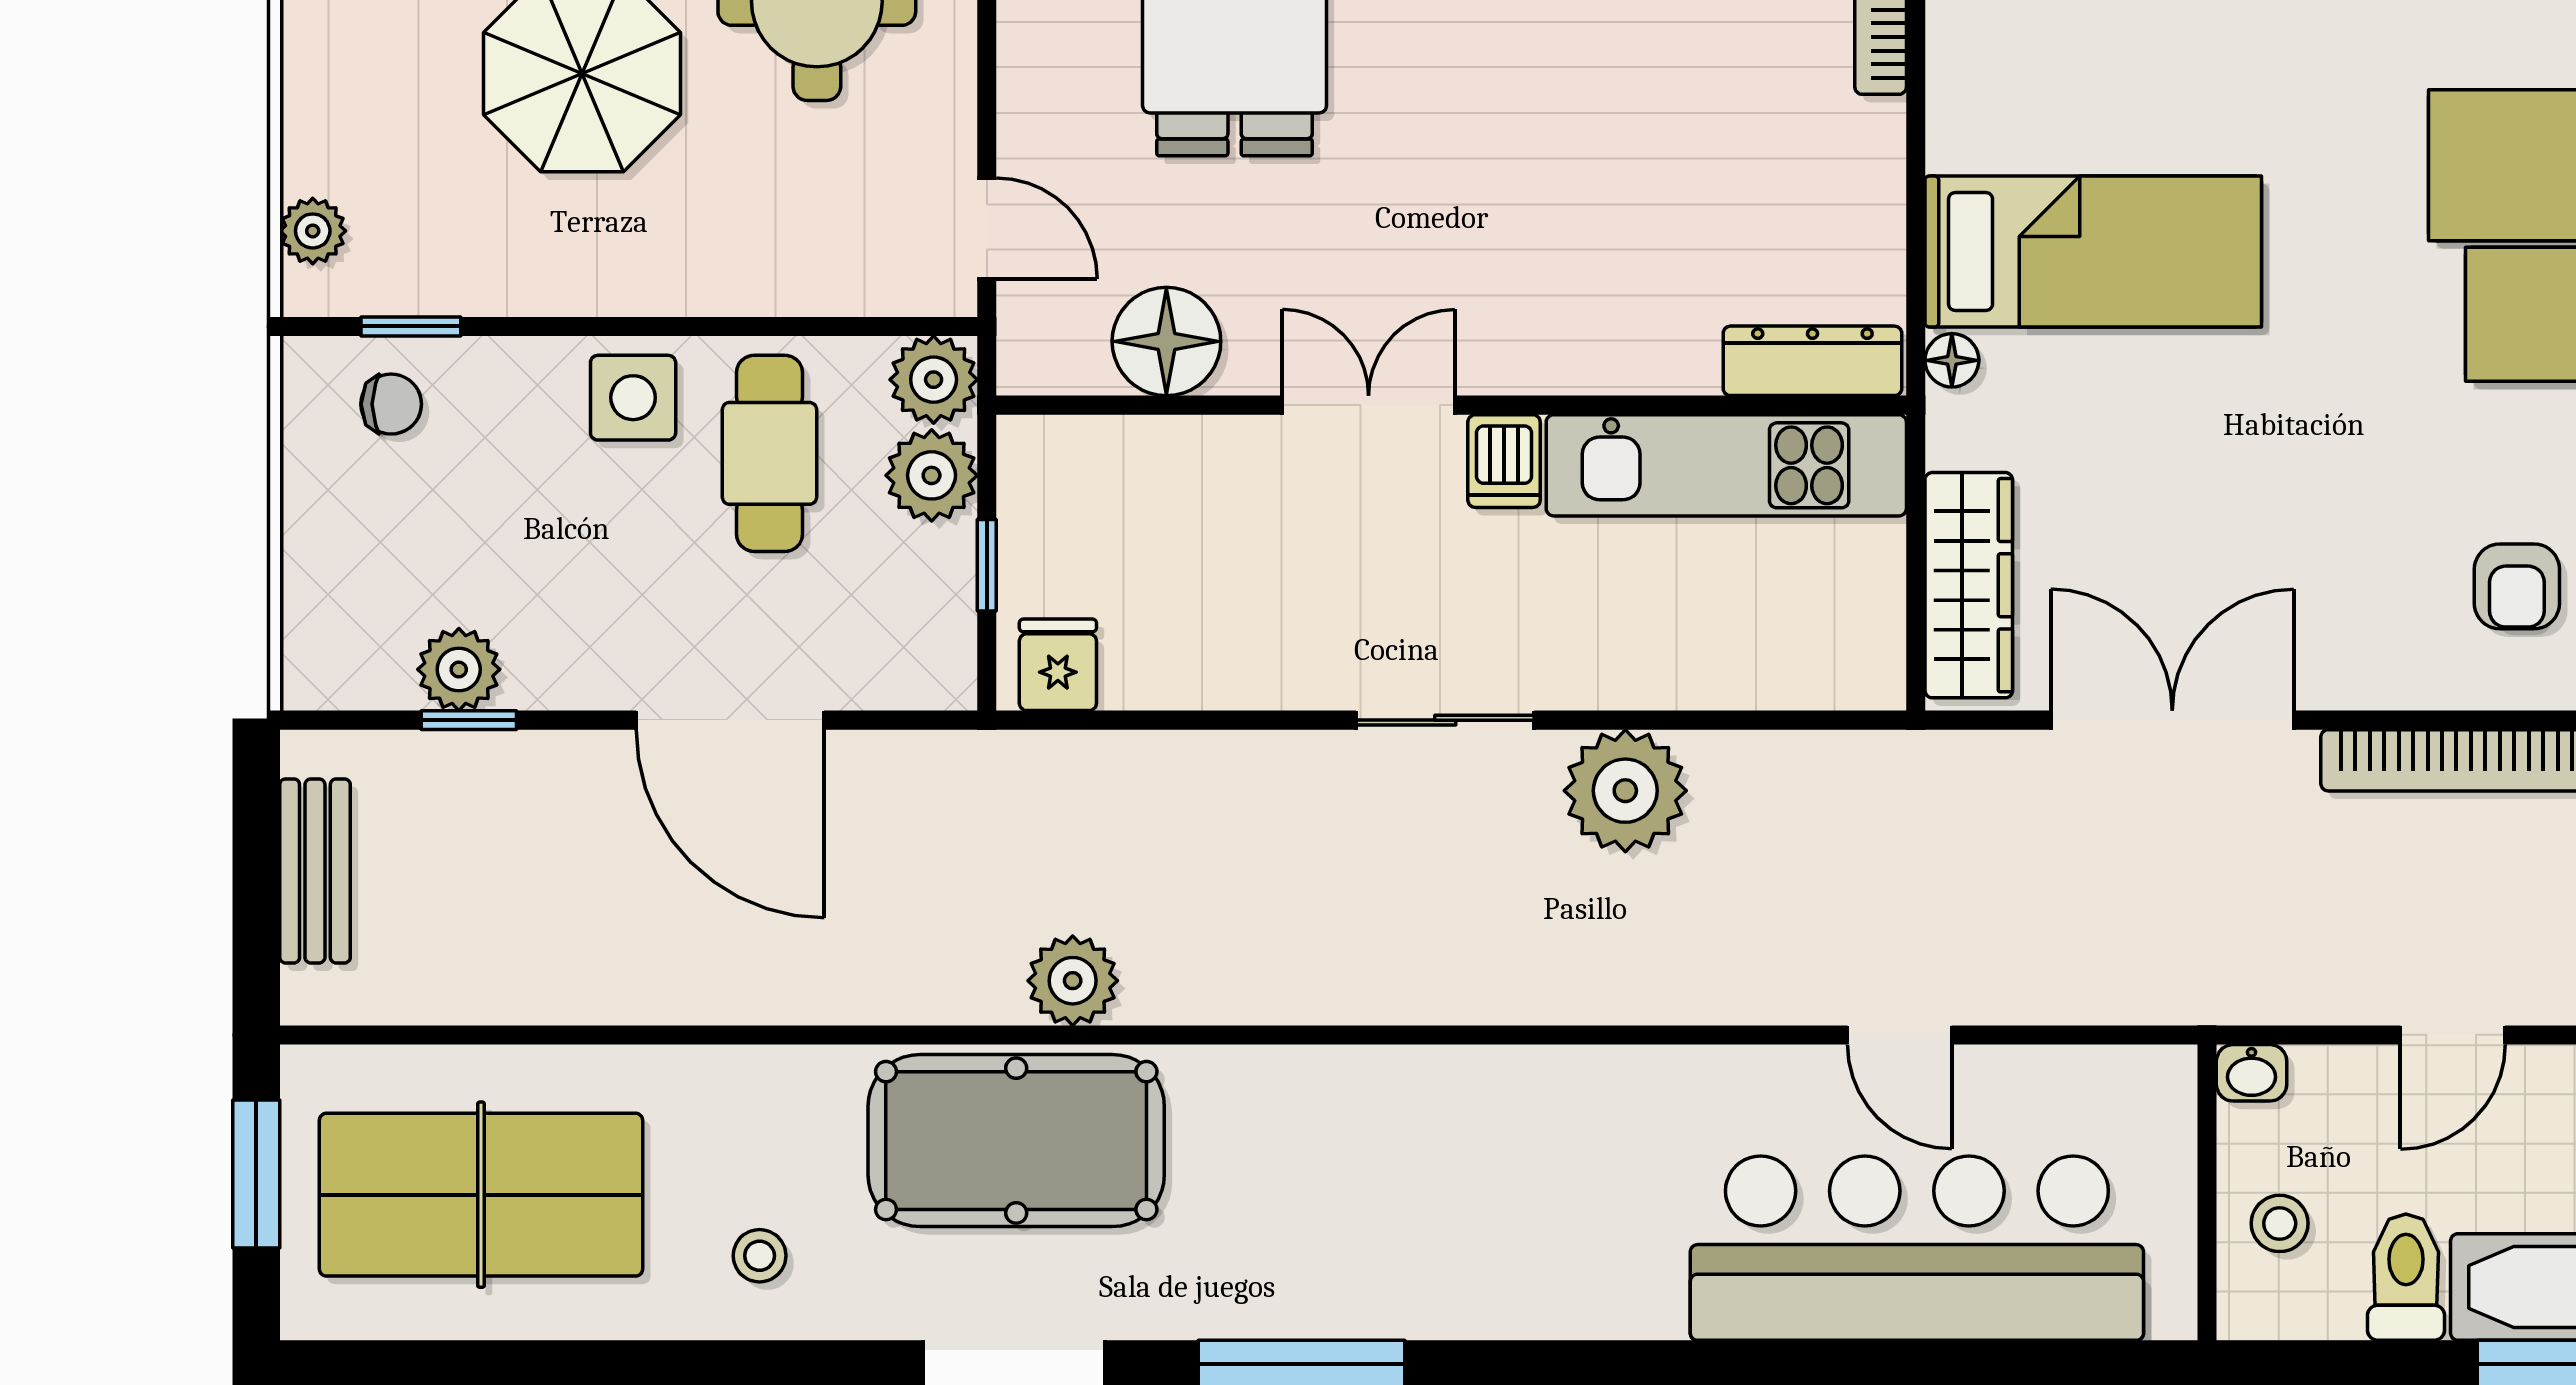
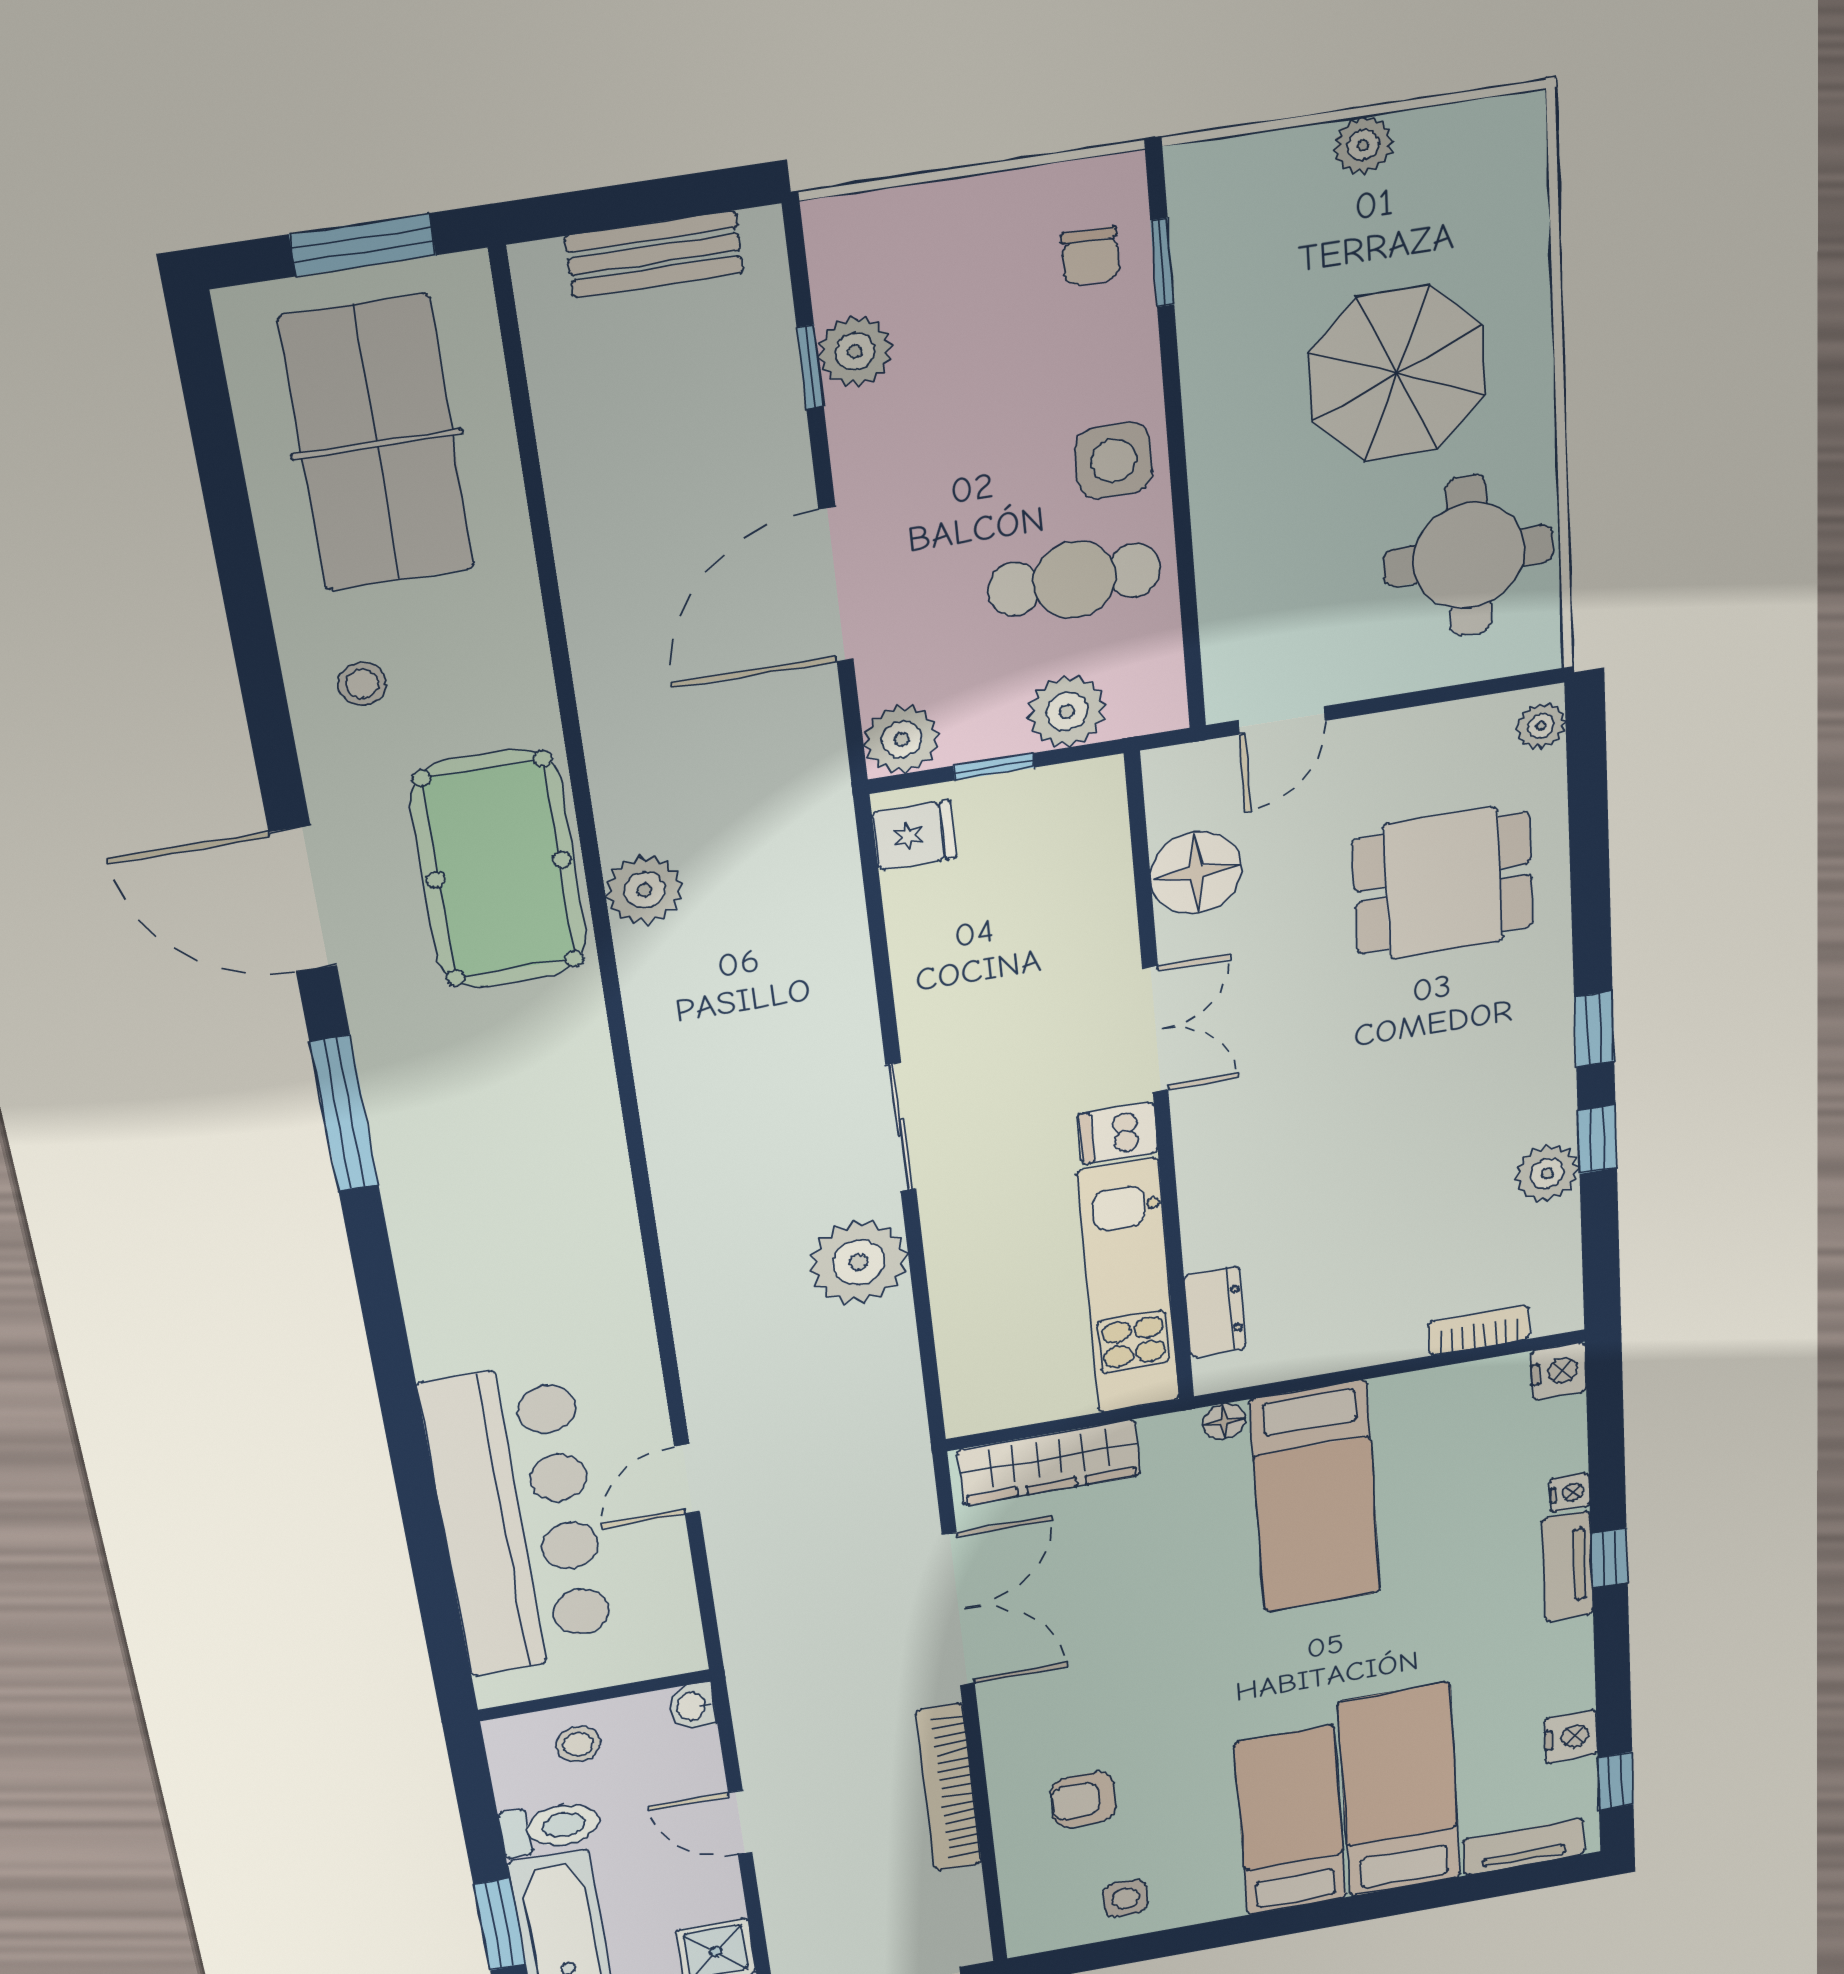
plant: (313, 231) -> (1363, 145), moved
dresser: (1812, 361) -> (1215, 1312), width x0.70
plant: (934, 380) -> (902, 739), moved

